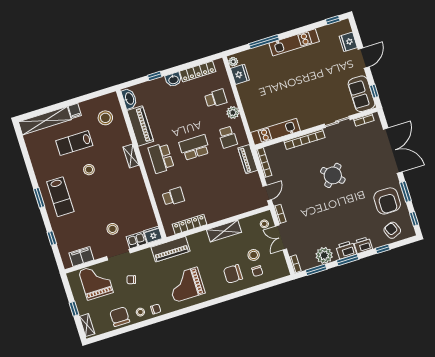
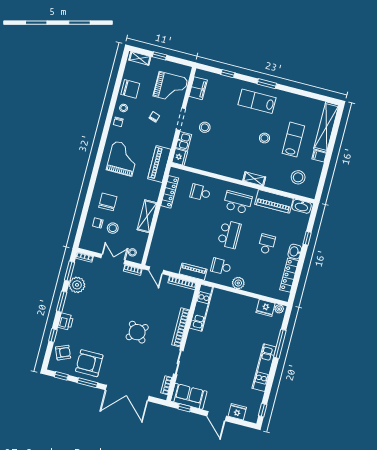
school desk: (216, 98) -> (267, 244), moved, turned 180
school desk: (173, 197) -> (200, 193), turned 90
printer: (346, 250) -> (70, 305), removed

